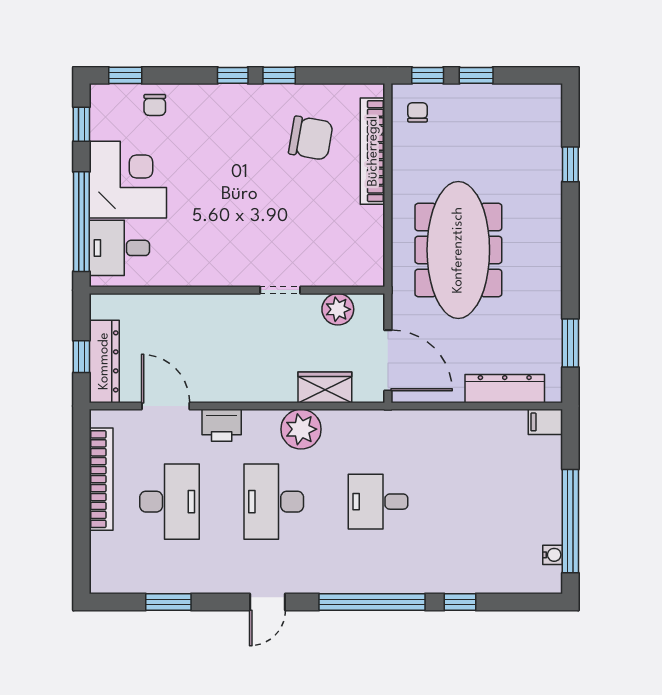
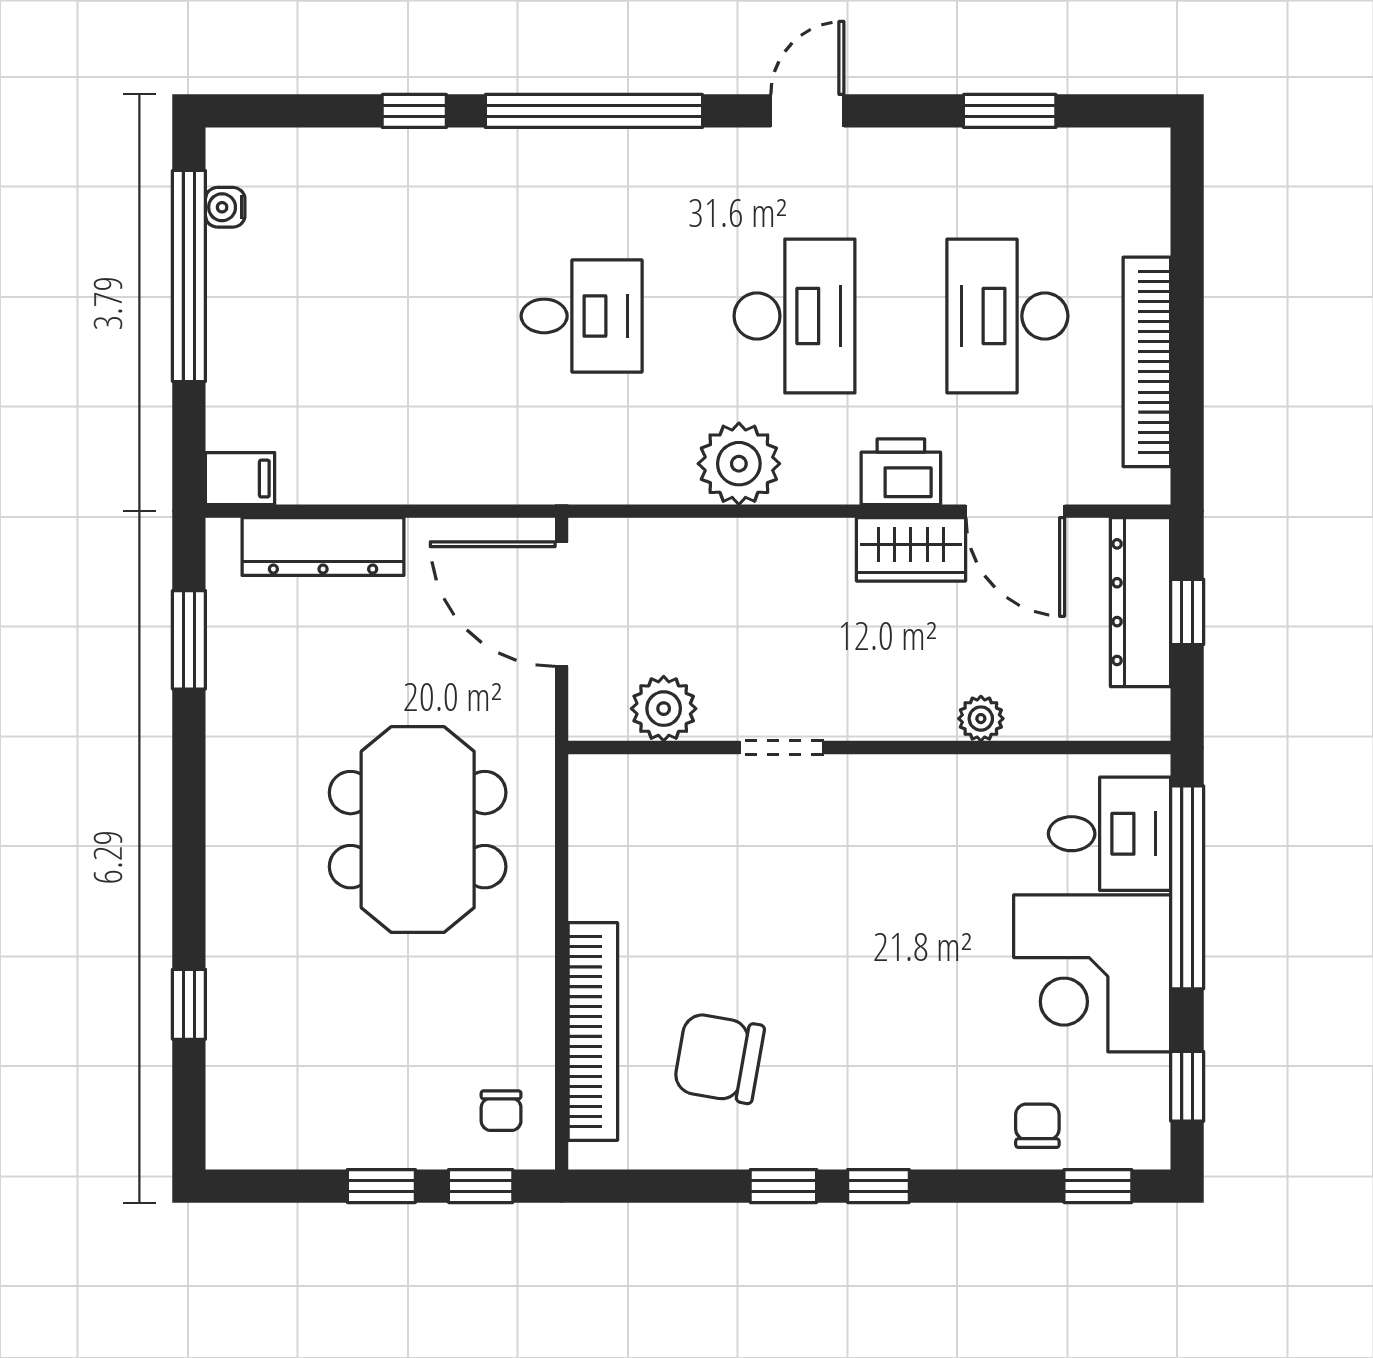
meeting table: (458, 250) -> (418, 830), width x0.73
plant: (182, 304) -> (981, 719), added
wardrobe: (325, 387) -> (911, 549), moved

